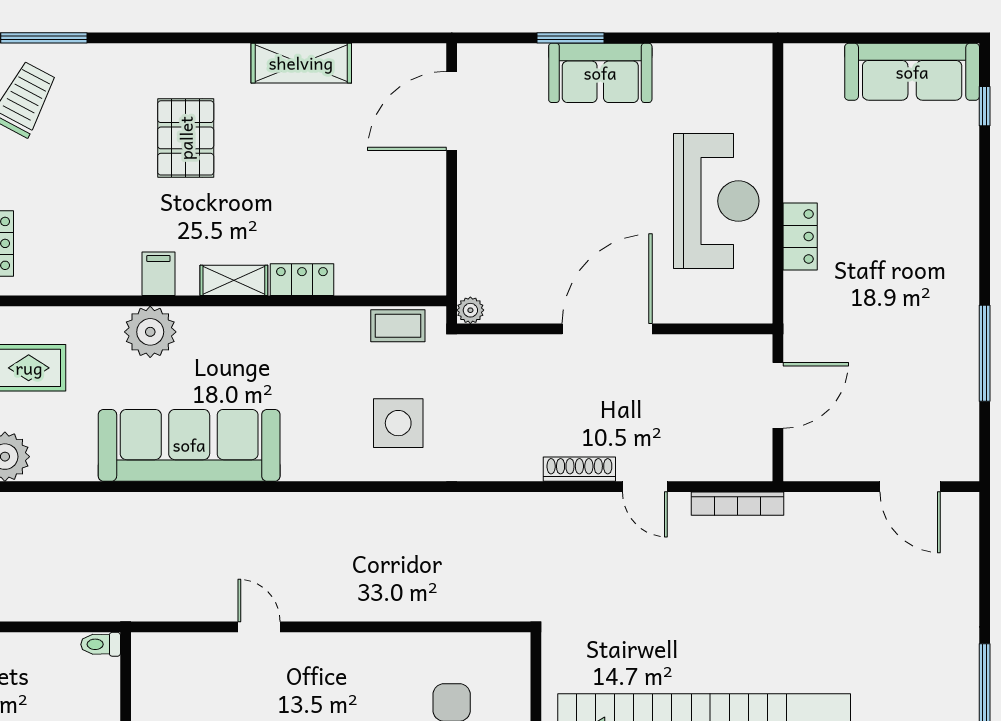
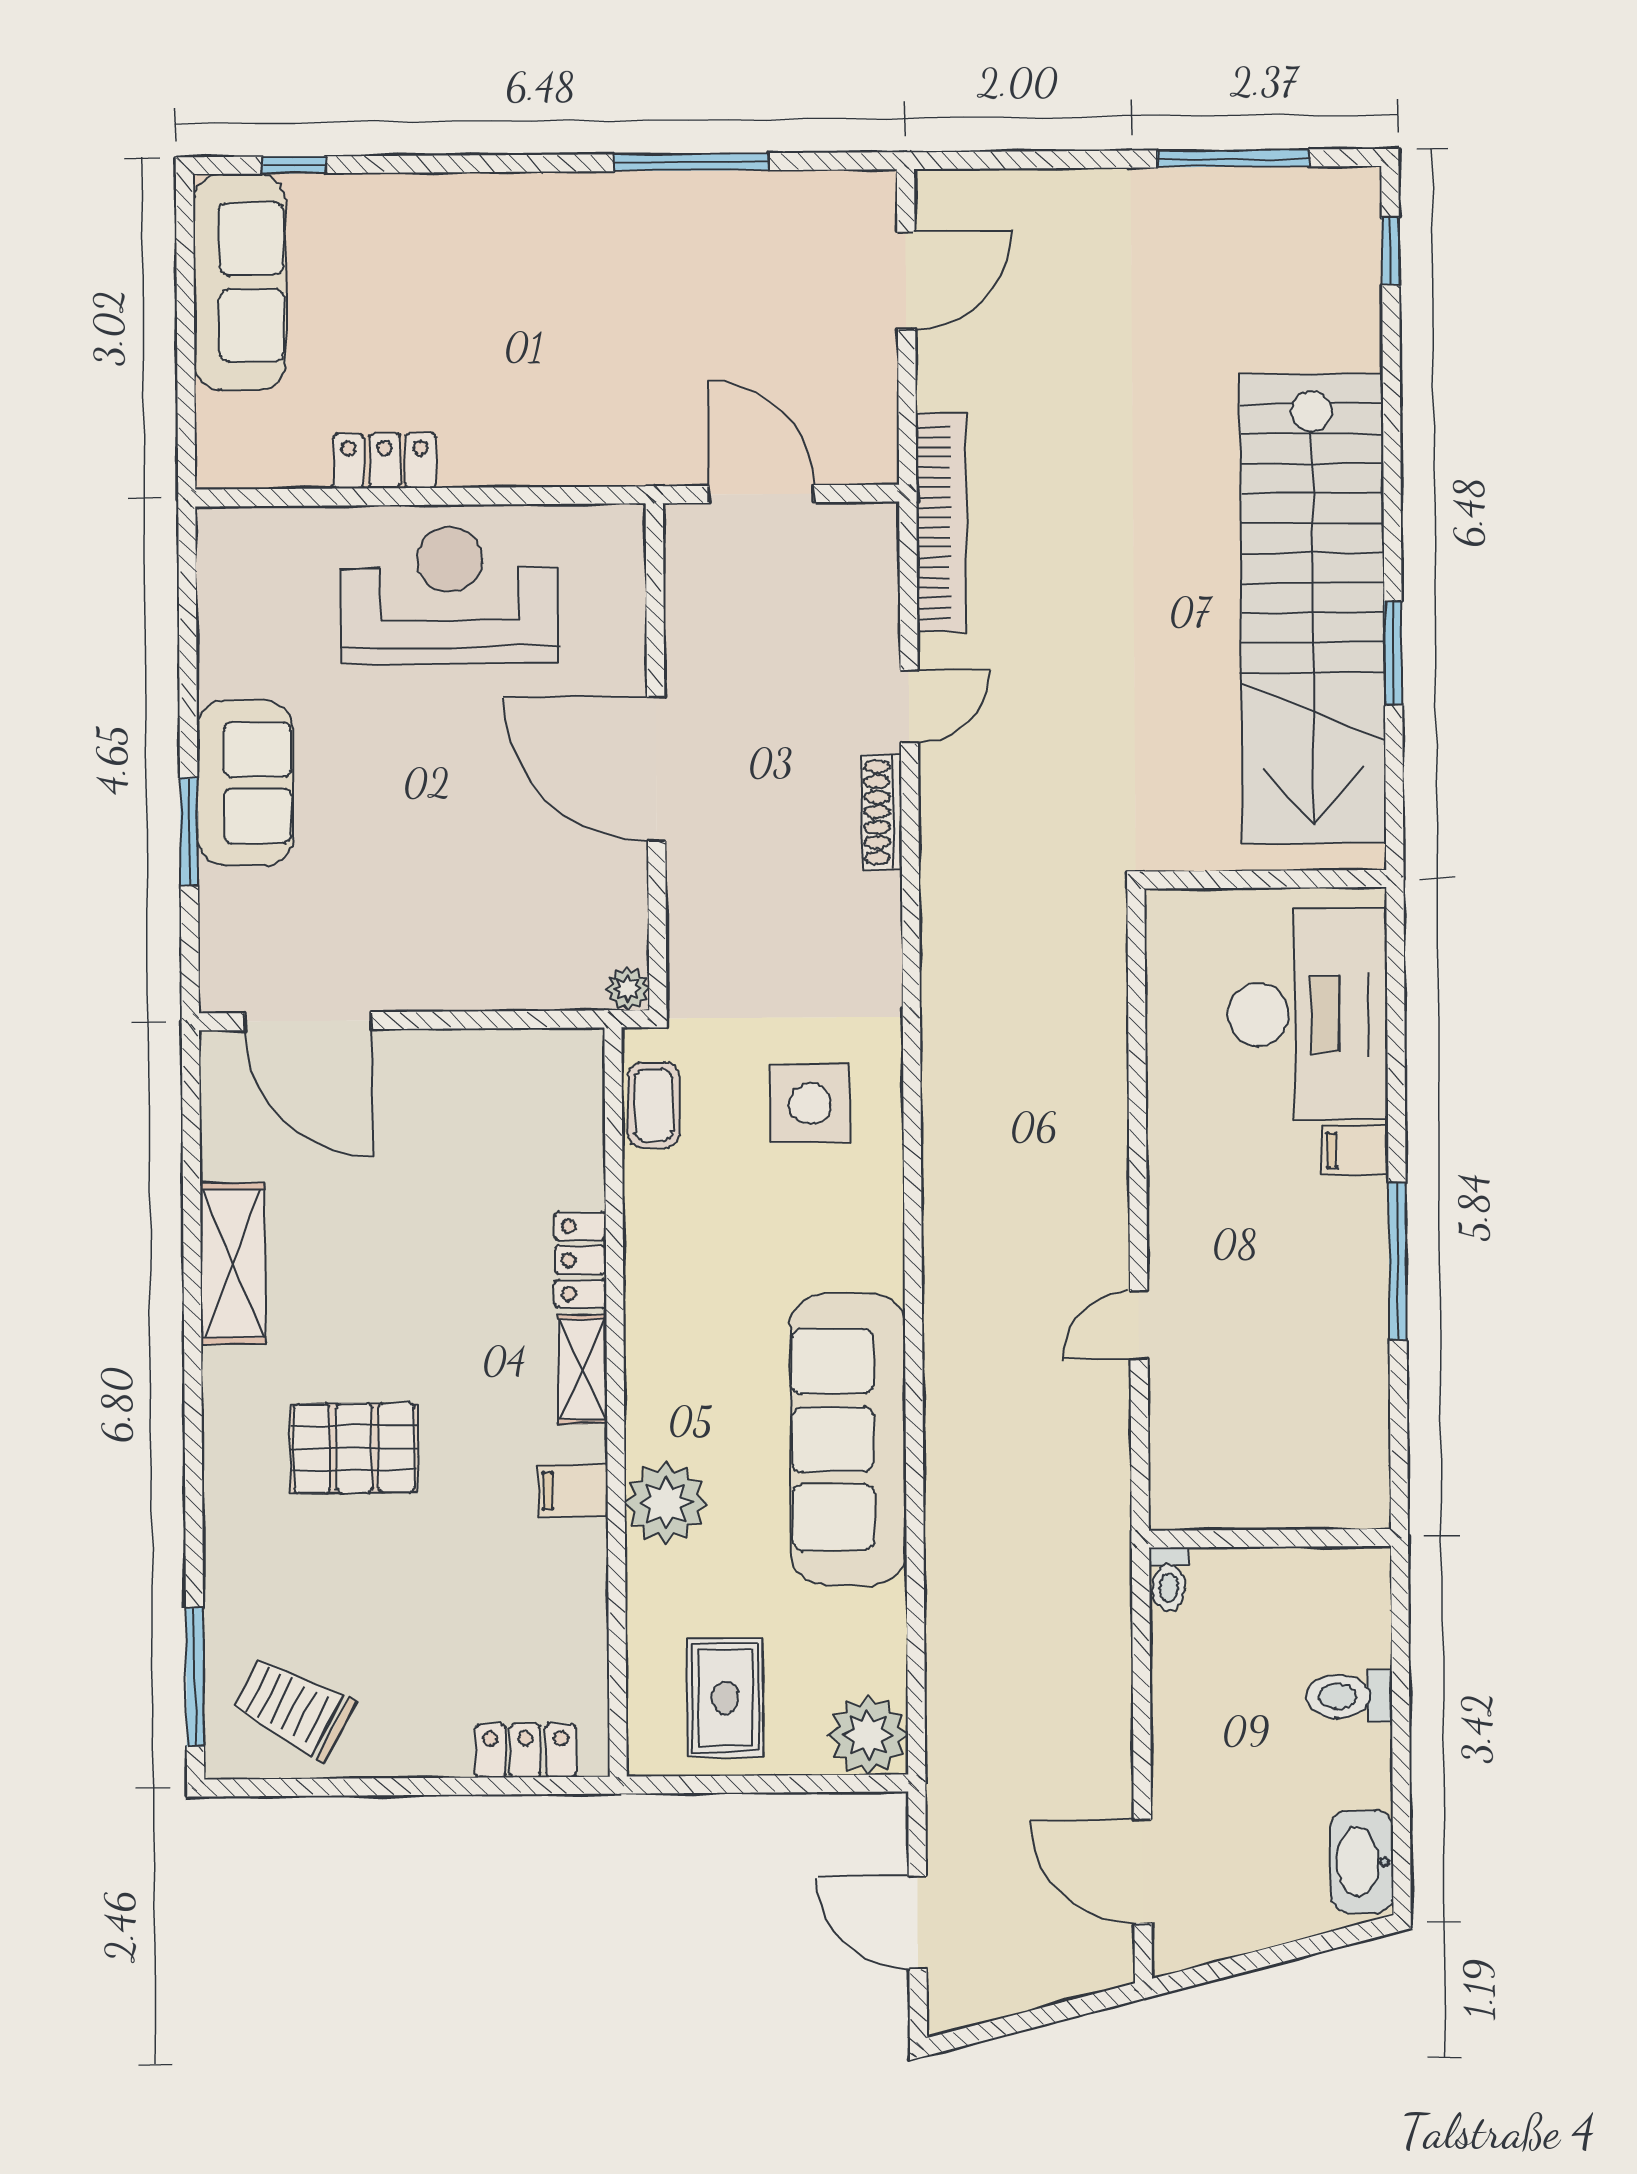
locker: (800, 236) -> (385, 461), moved
bookcase: (737, 504) -> (941, 522), width x1.48, depth x1.31

